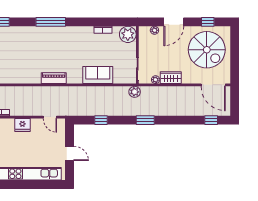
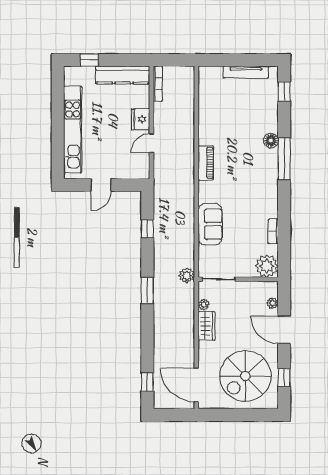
floor lamp: (38, 31) -> (271, 141), added
door: (213, 85) -> (196, 385), hinge flipped
door: (50, 117) -> (152, 143), moved

